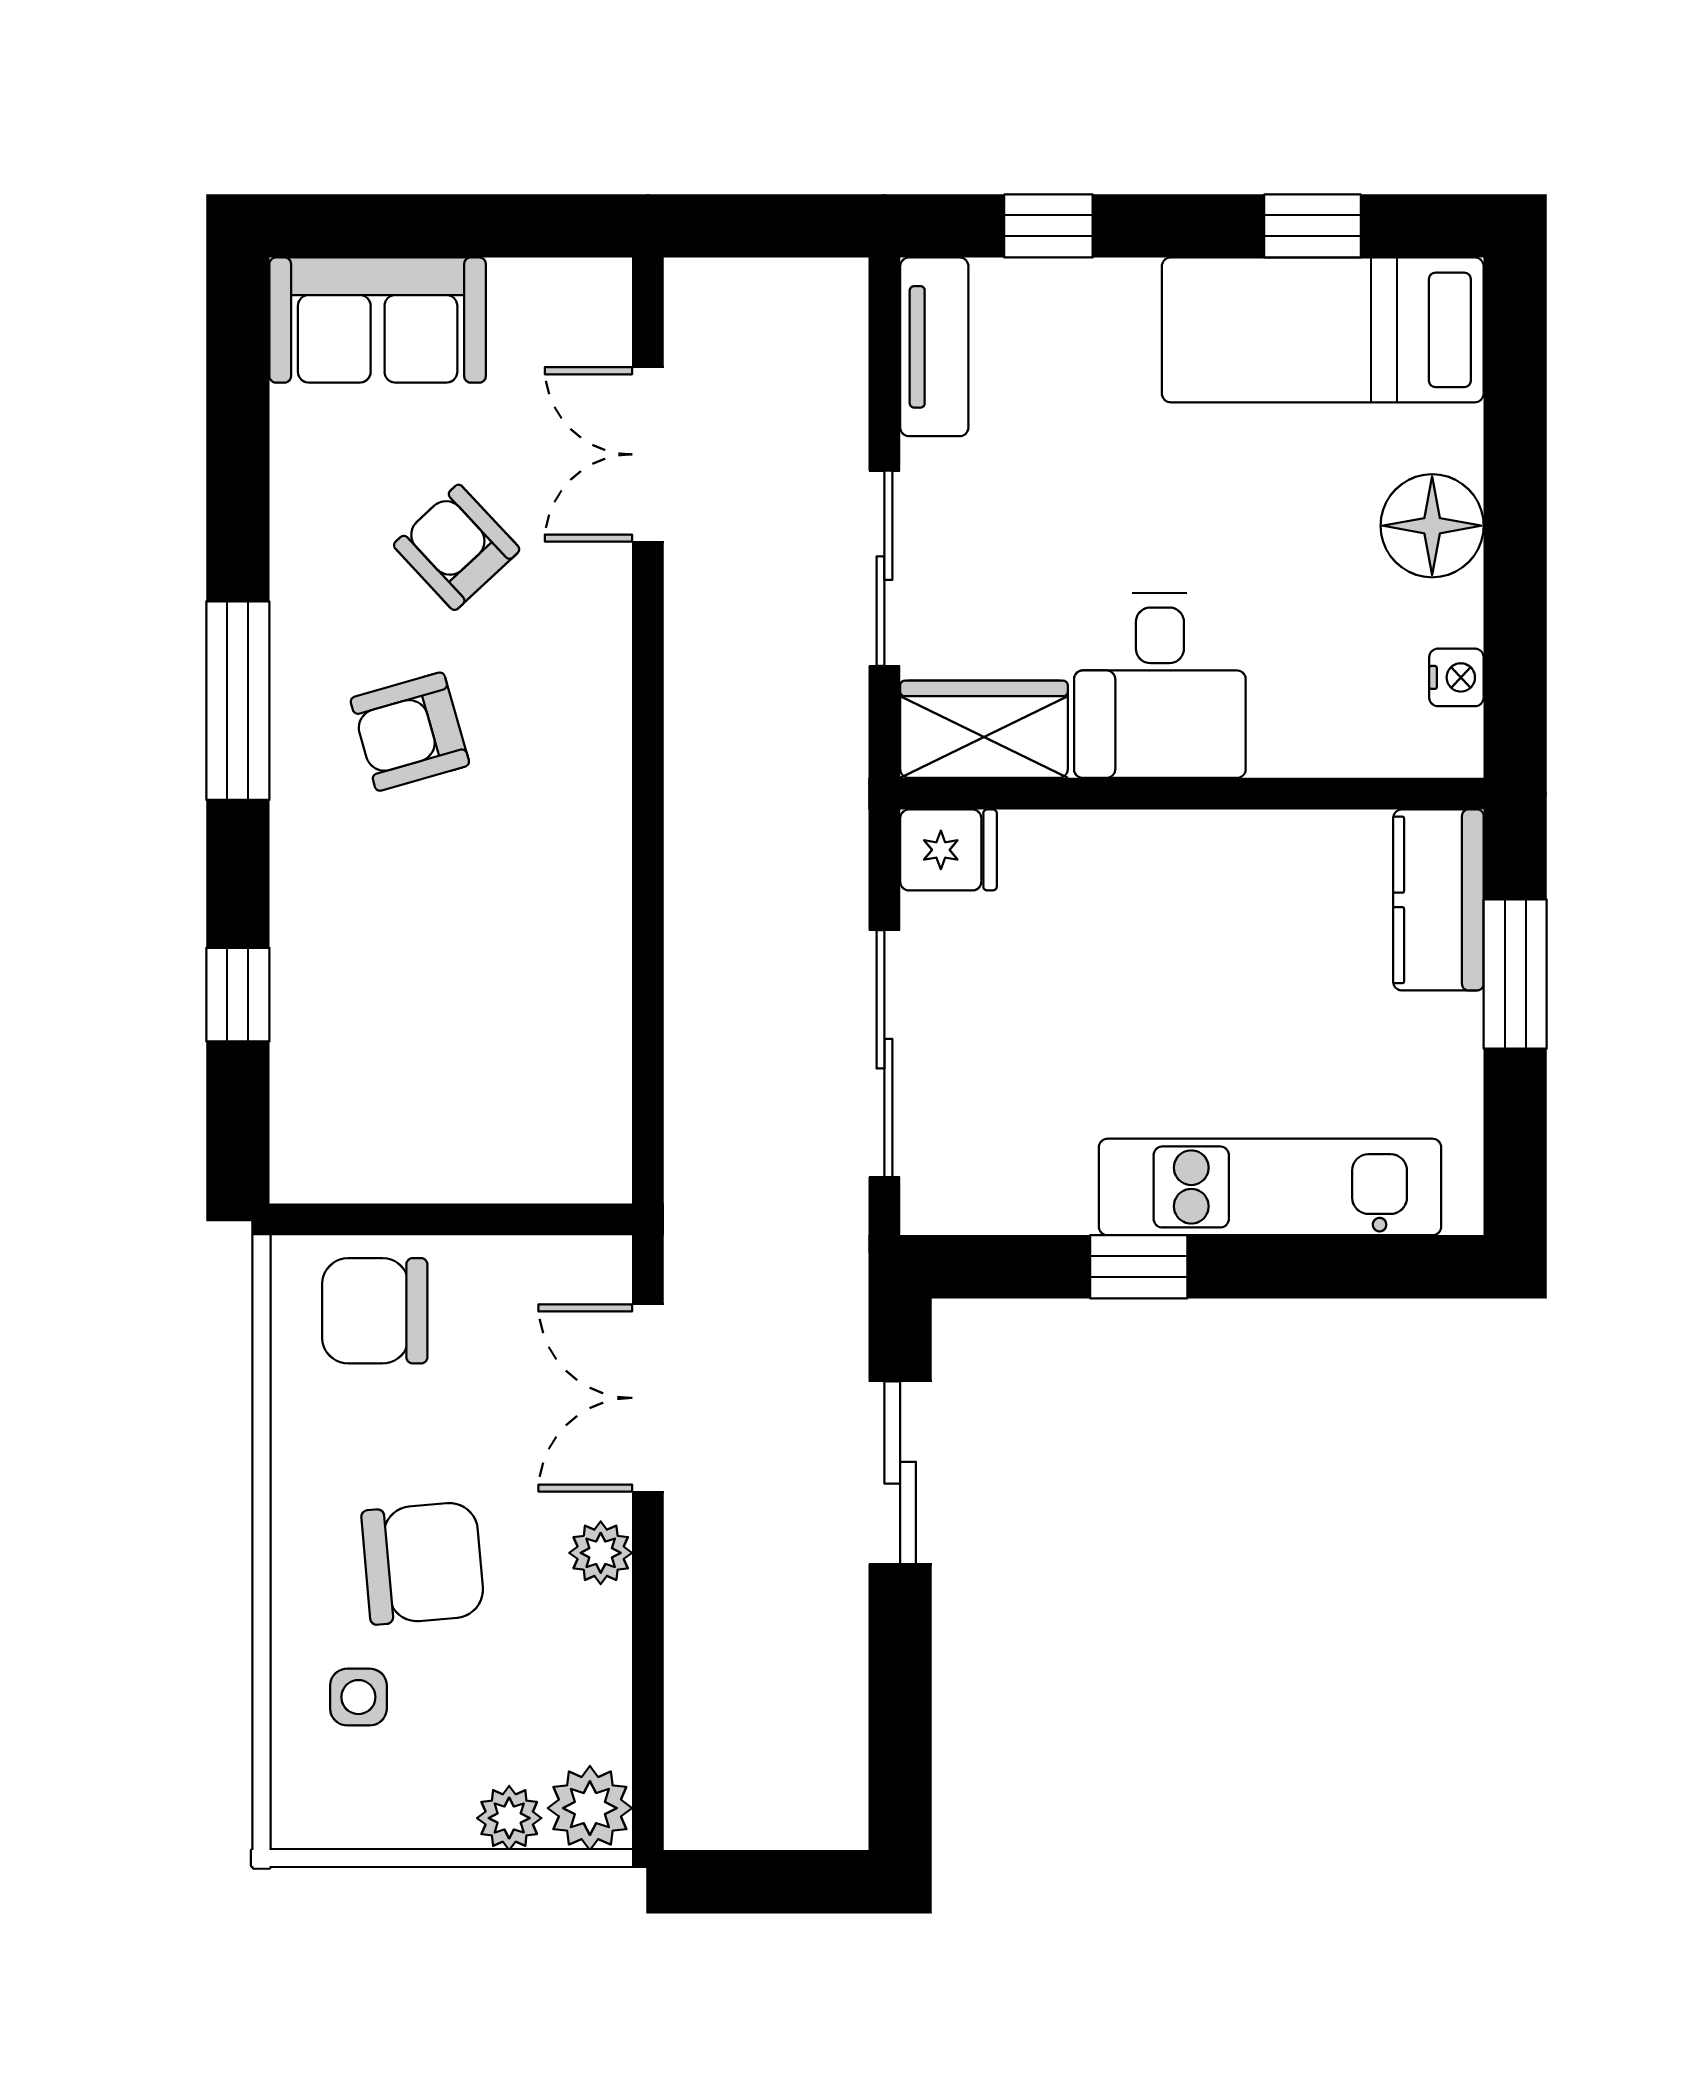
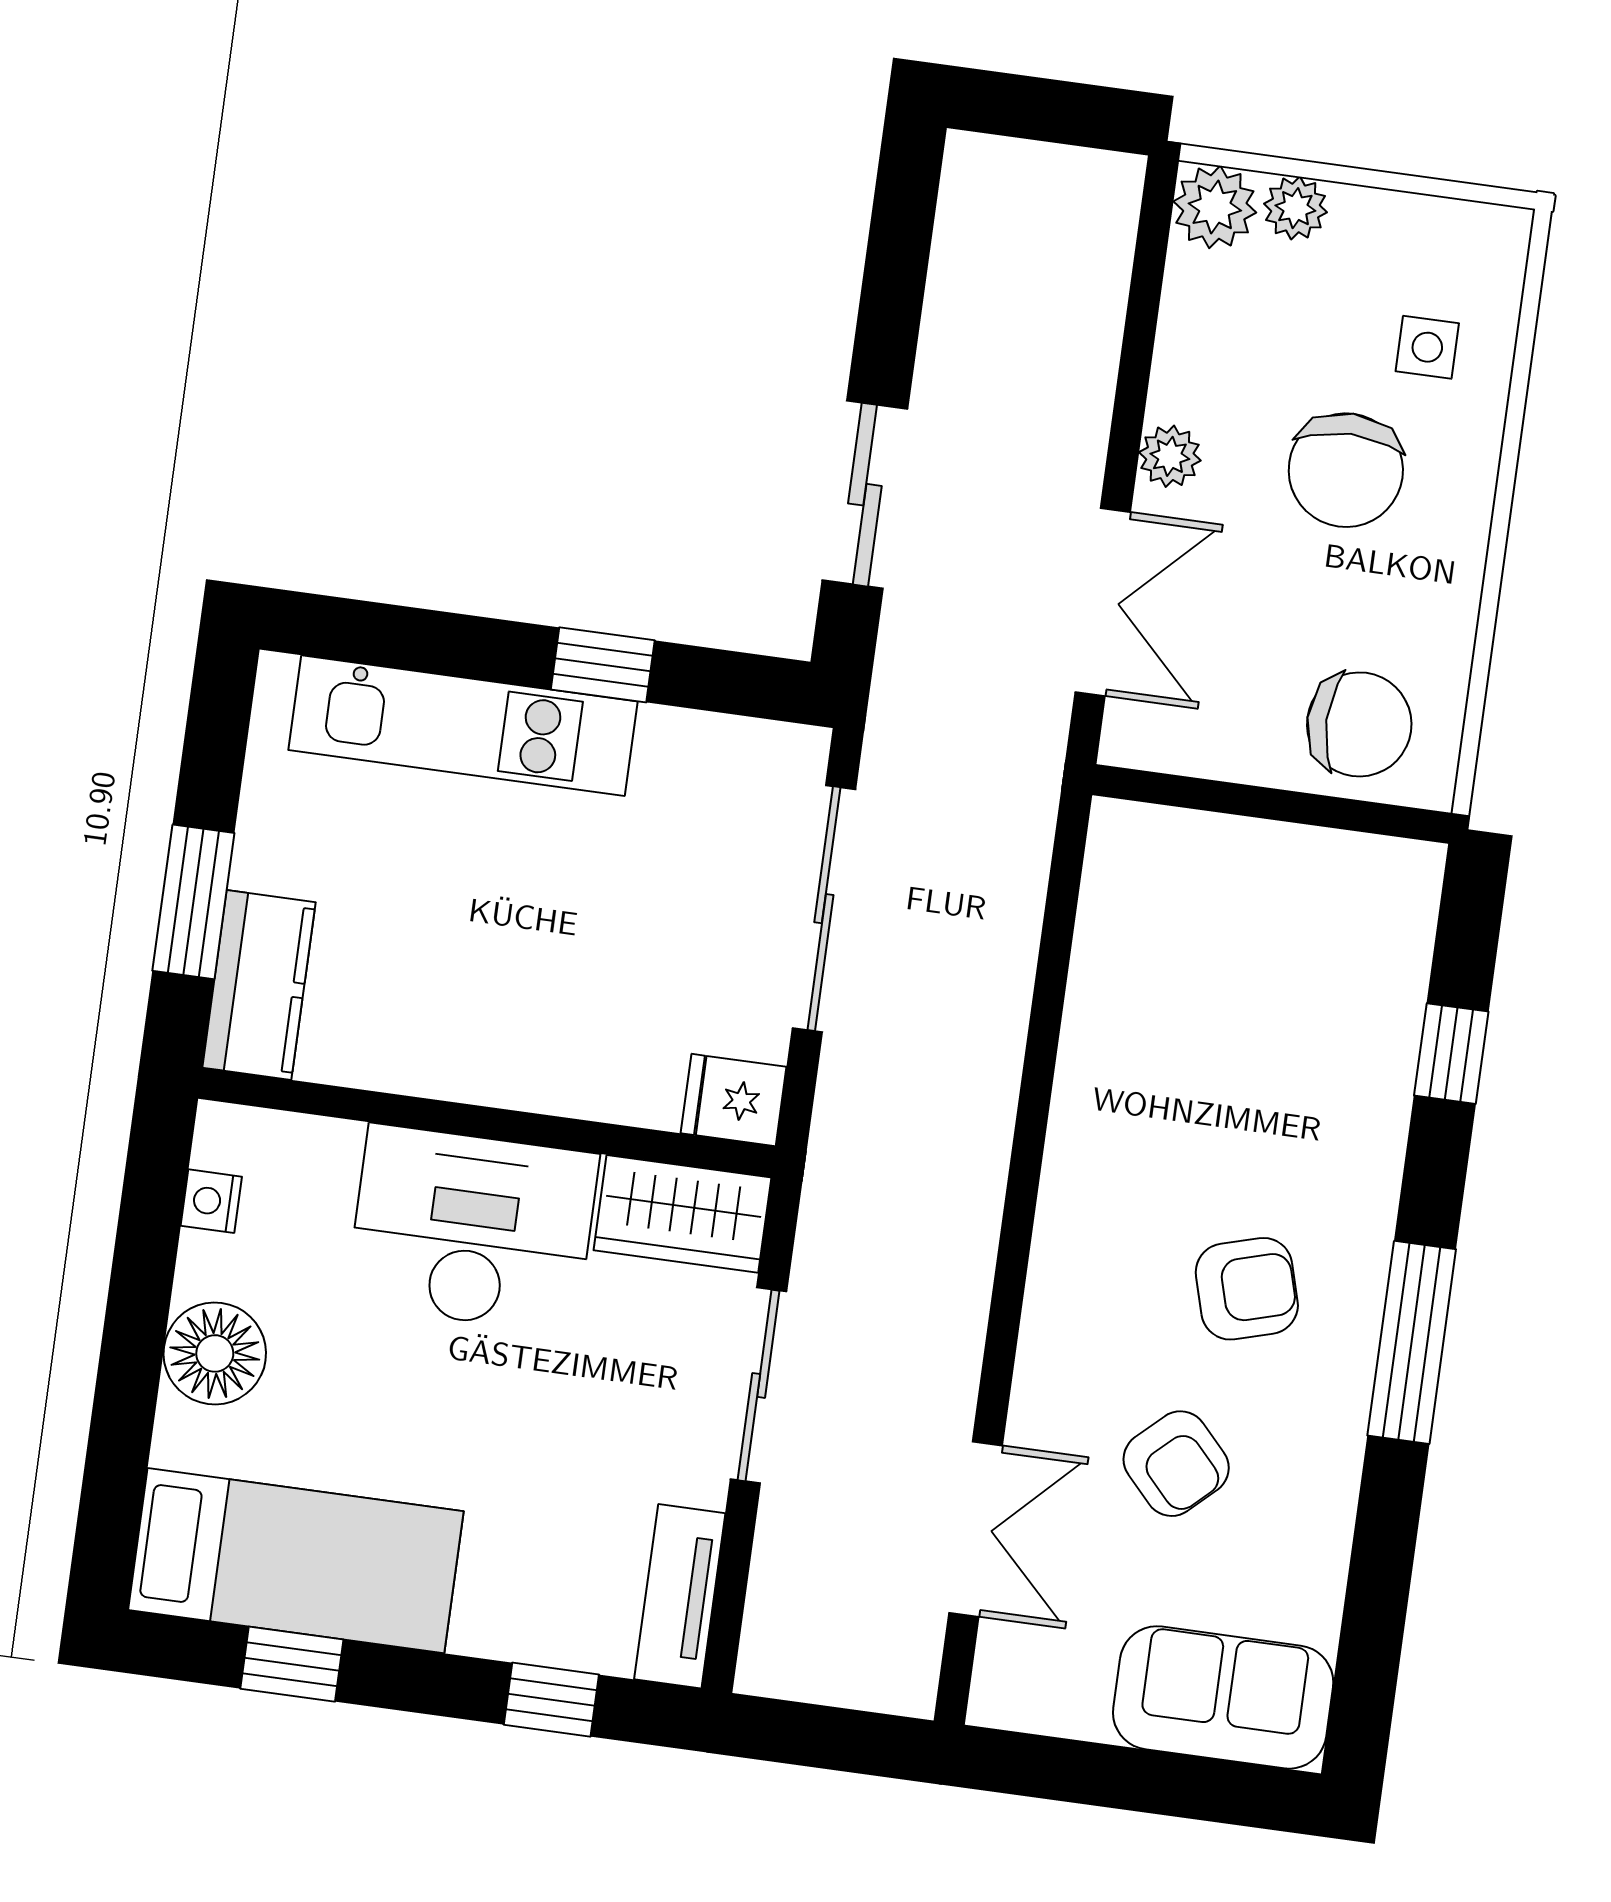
desk: (1160, 685) -> (472, 1229), width x1.37
chair: (423, 1563) -> (1346, 470), turned -85

